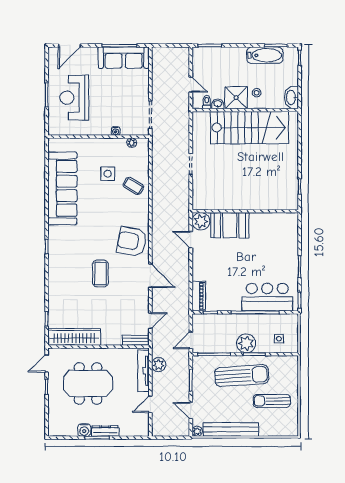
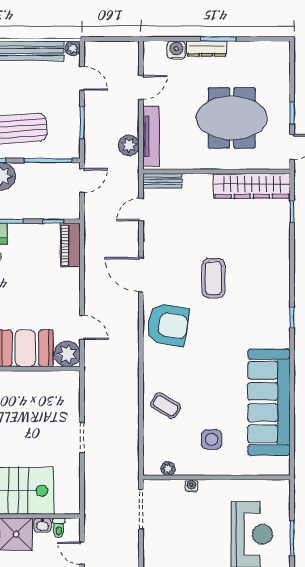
side table: (108, 174) -> (212, 439), moved
water cooler: (84, 430) -> (176, 50), moved

